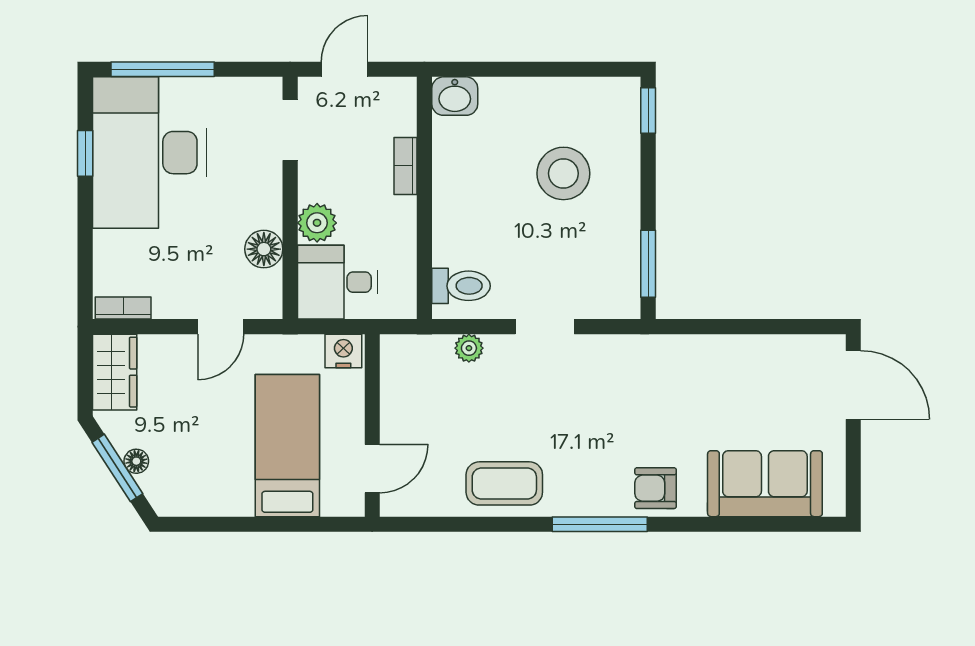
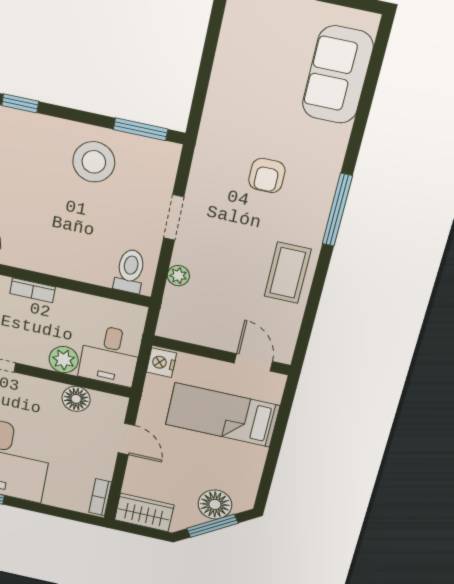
stool: (563, 173) -> (94, 162), moved
floor lamp: (136, 461) -> (215, 504), width x1.89, depth x1.89
armchair: (656, 488) -> (267, 175), moved

